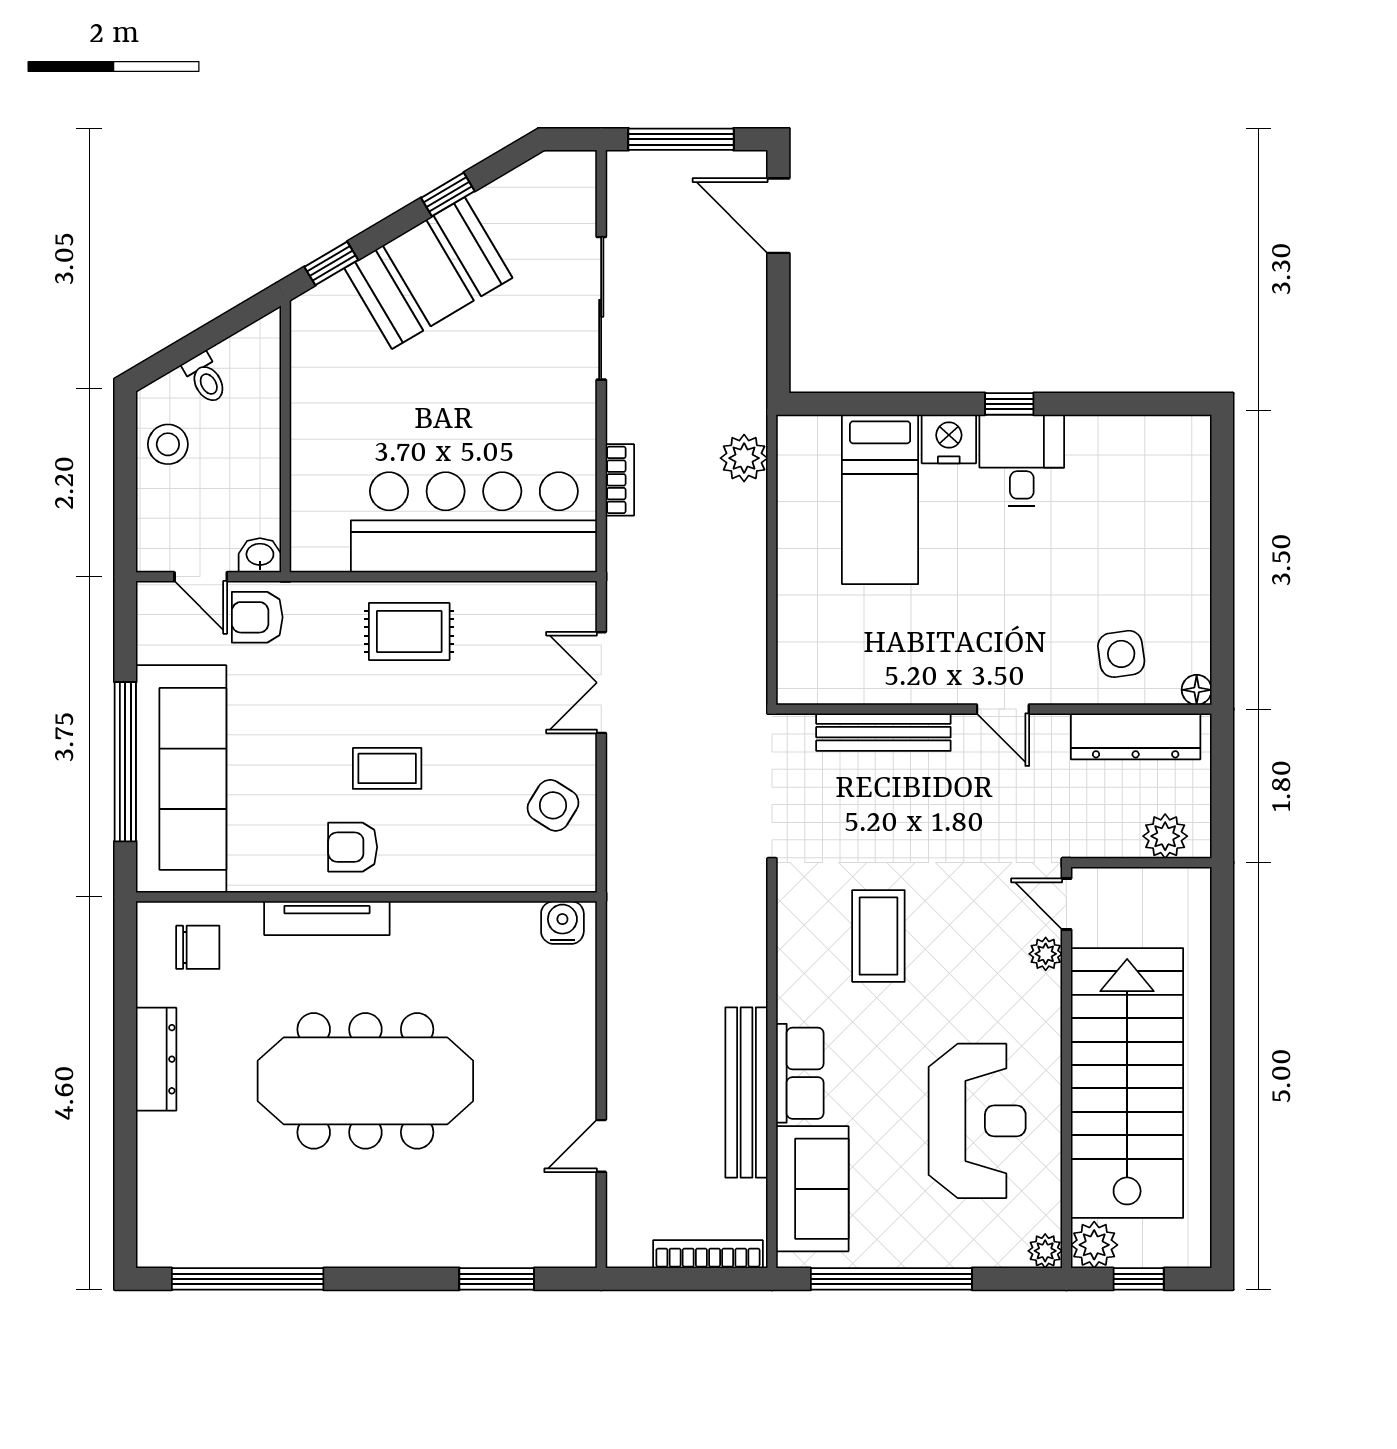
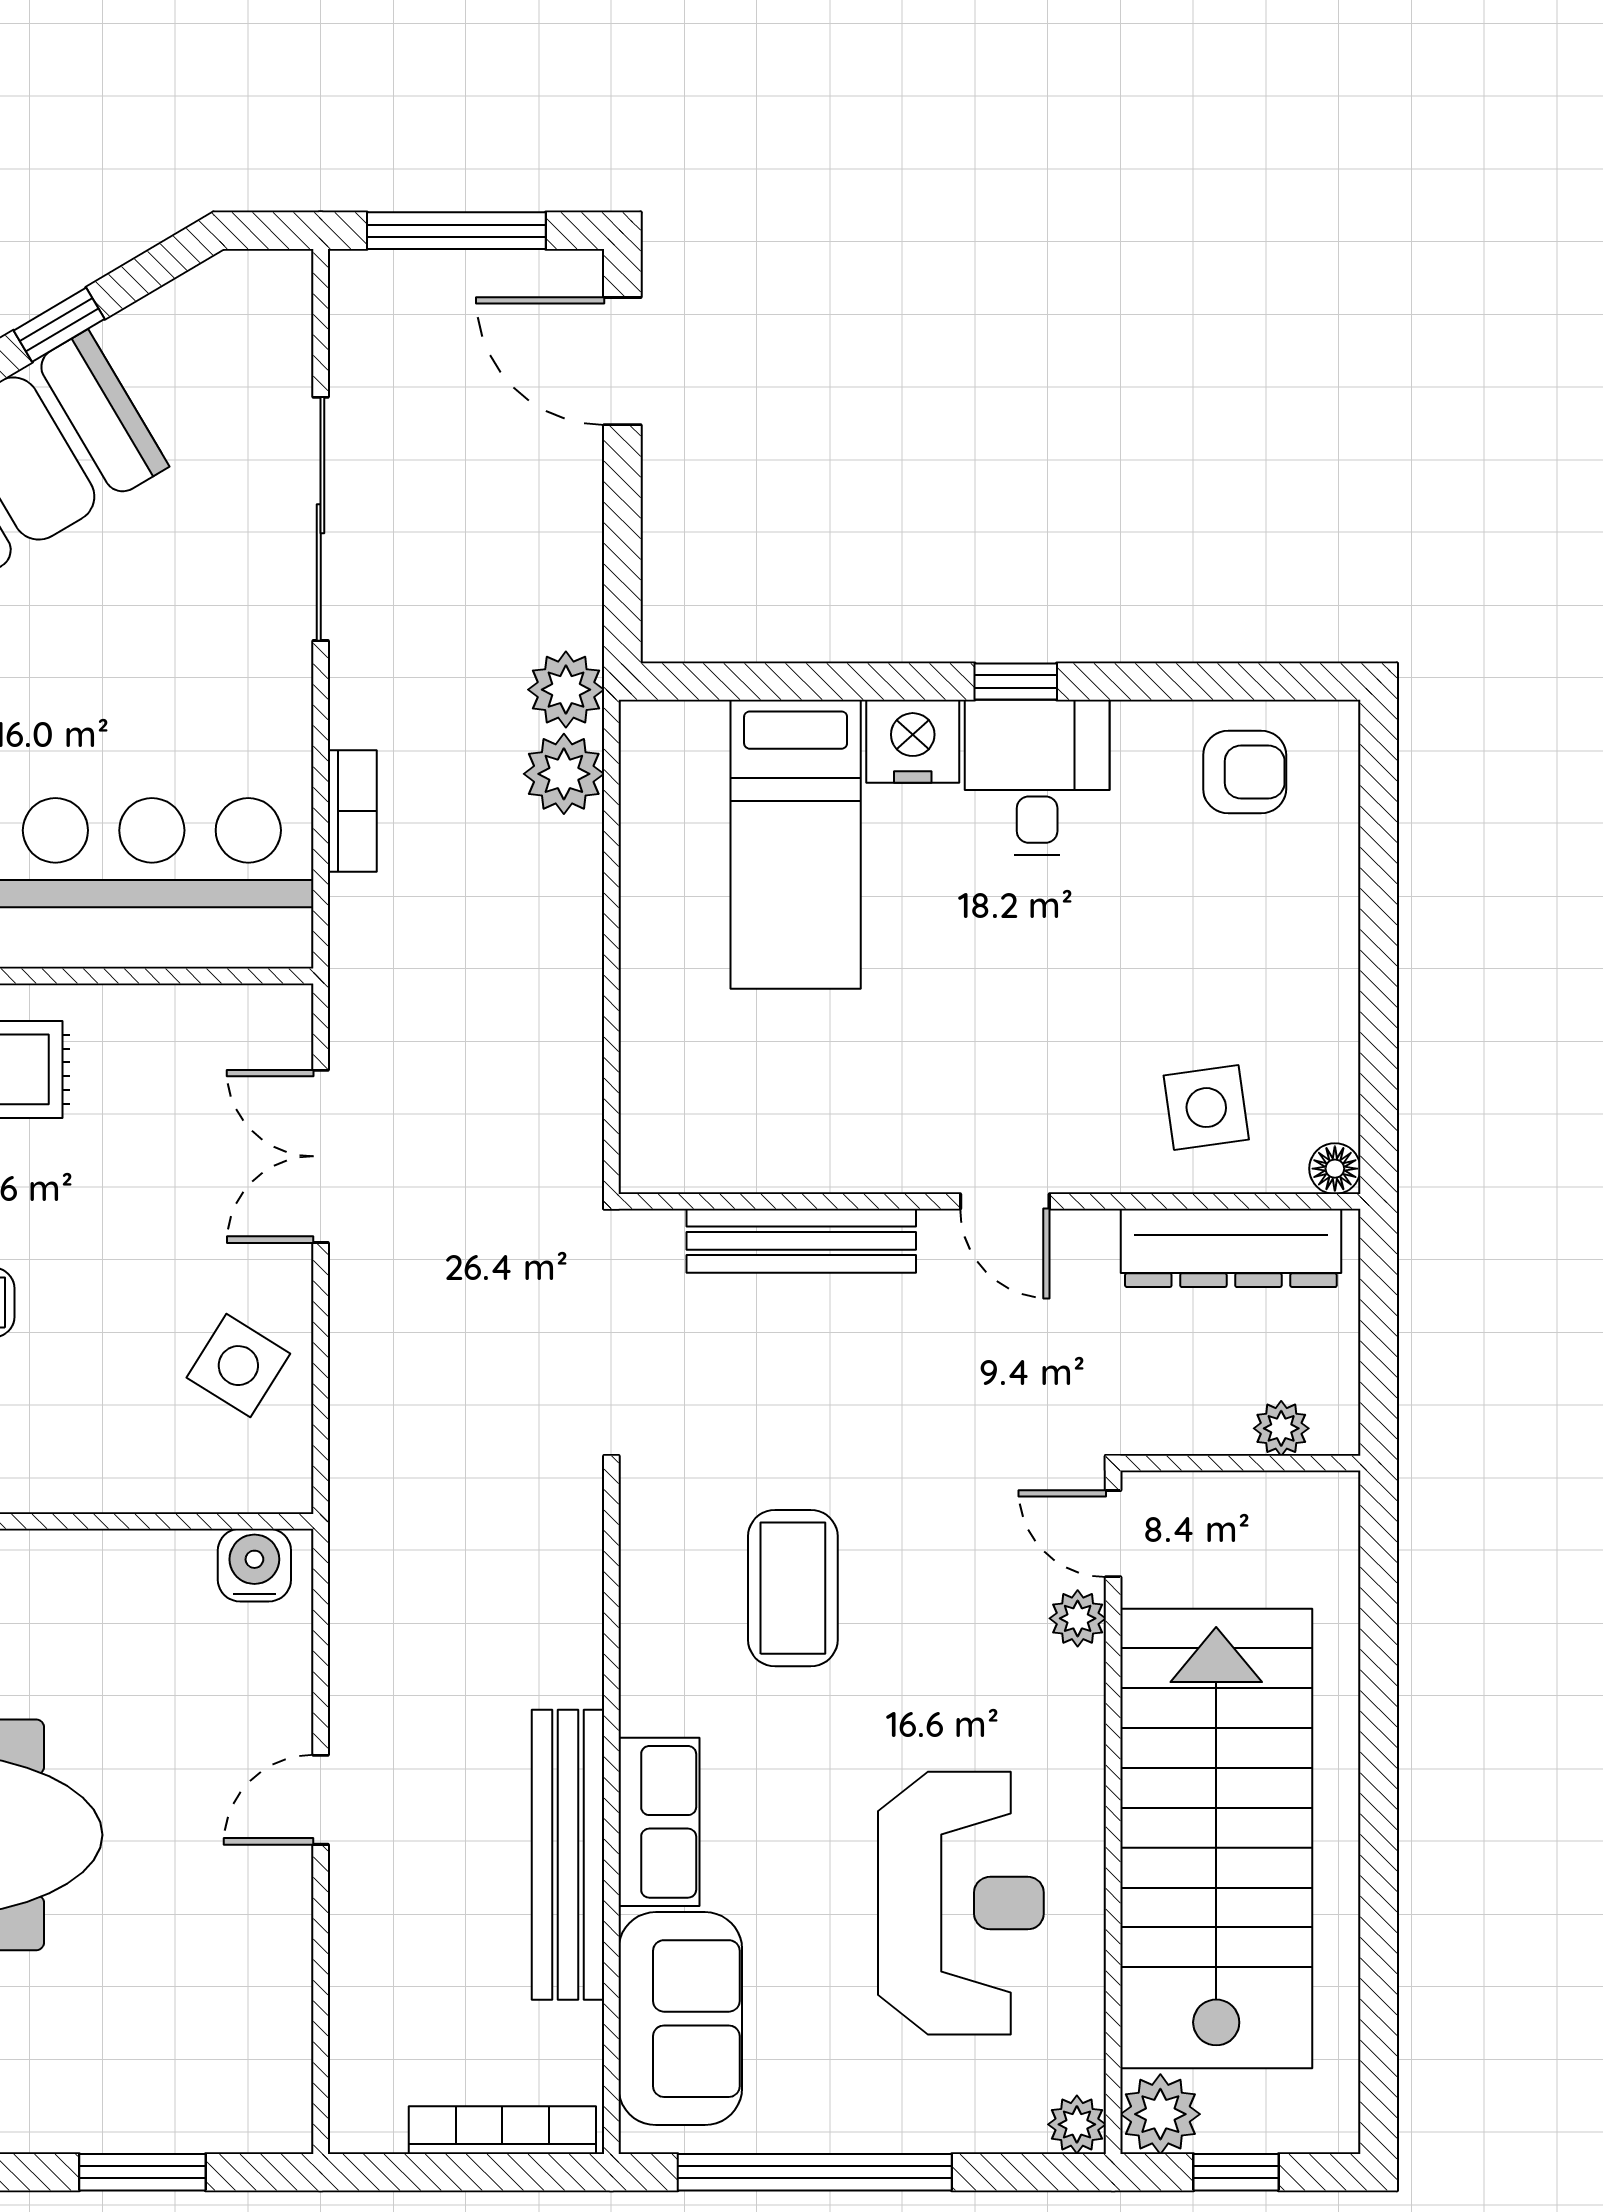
plant: (745, 409) -> (566, 690), added
armchair: (1144, 457) -> (1245, 772), added
plant: (1165, 836) -> (1281, 1428), width x0.73, depth x0.73
door: (601, 1146) -> (321, 1800), moved

